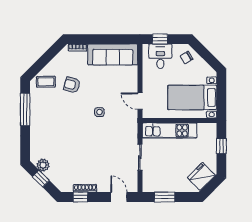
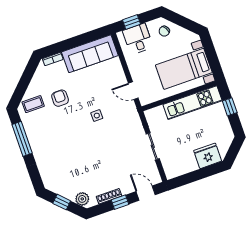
armchair: (72, 85) -> (60, 98), turned 75
kitchen unit: (170, 130) -> (192, 103), moved
plant: (43, 165) -> (82, 199), moved
fridge: (201, 176) -> (208, 156), moved, turned 45
window: (80, 197) -> (120, 202), moved
window: (165, 197) -> (191, 177), removed

